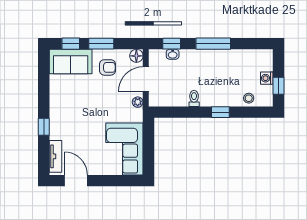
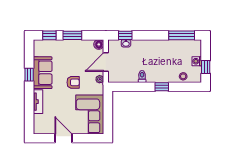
window: (213, 44) -> (182, 35), moved
sofa: (71, 62) -> (43, 73), moved, turned -90
armchair: (107, 67) -> (73, 82), moved
window: (44, 127) -> (29, 75), moved
tv unit: (55, 156) -> (38, 102), moved
door: (76, 181) -> (63, 138), moved

